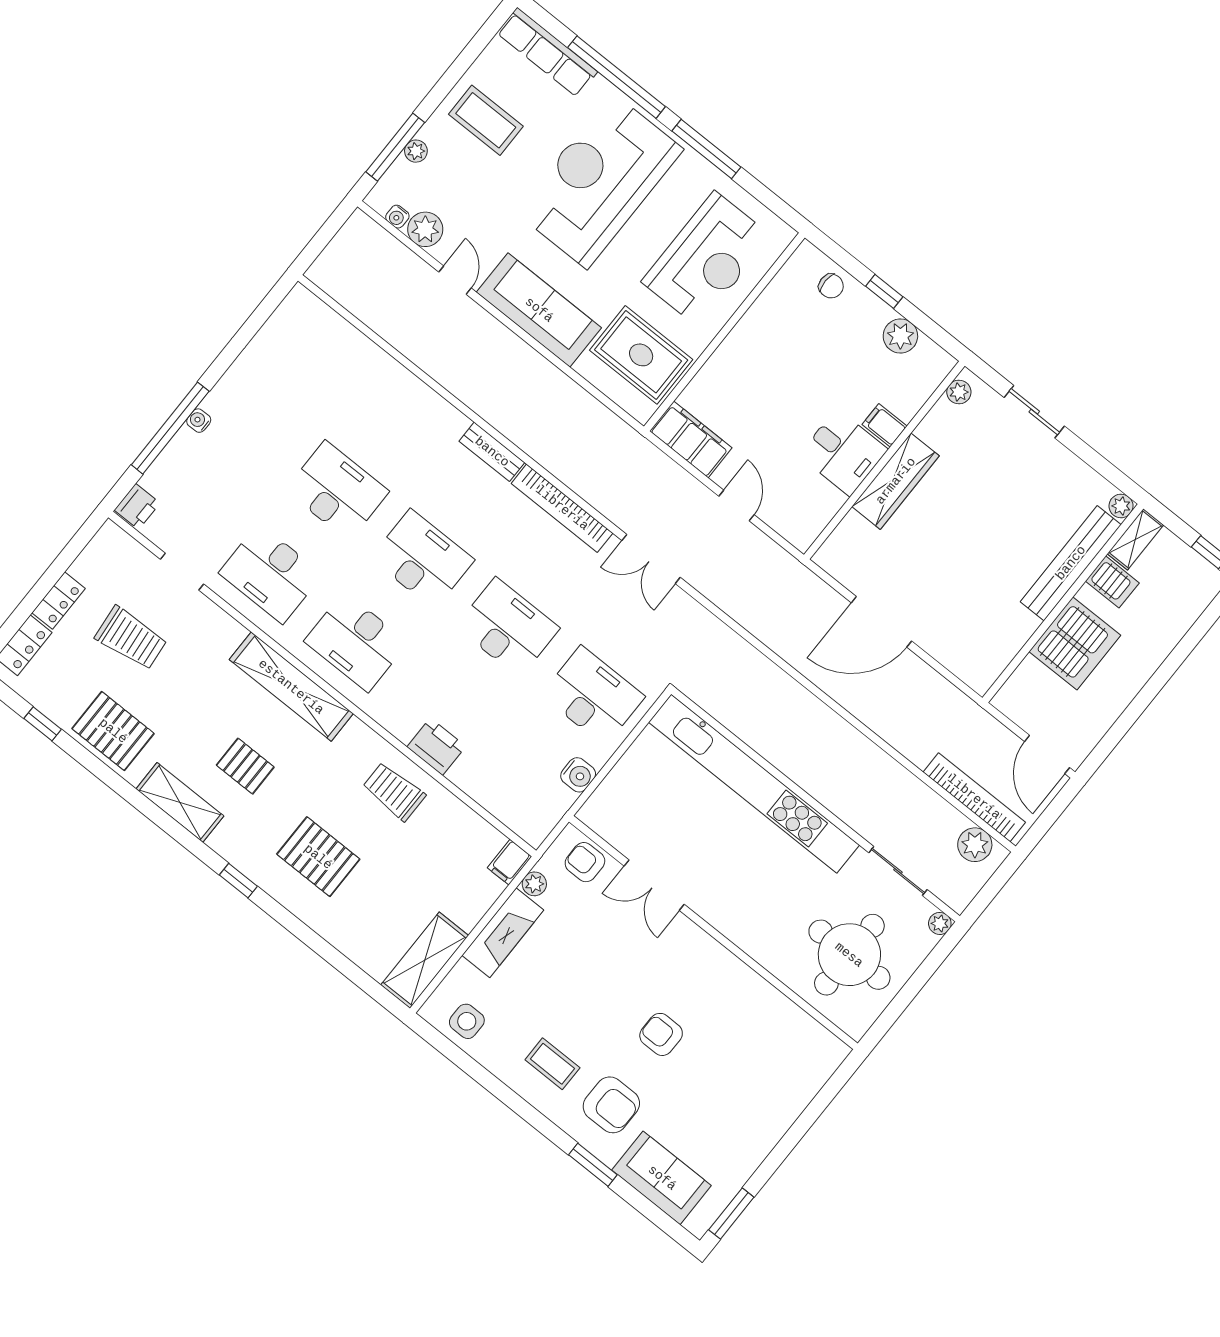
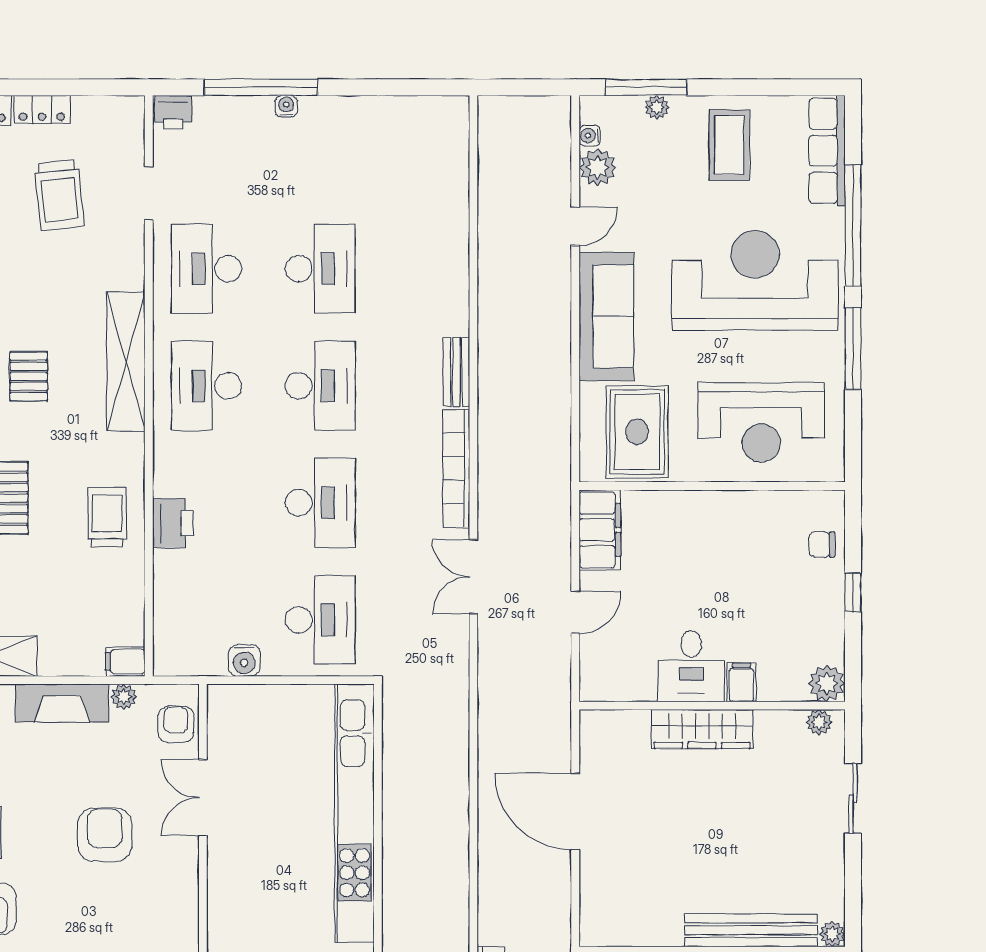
chair: (831, 286) -> (822, 544), turned 90
plant: (900, 336) -> (827, 683), moved
armchair: (661, 1034) -> (105, 835), moved, width x1.38, depth x1.38

